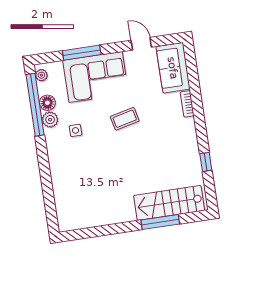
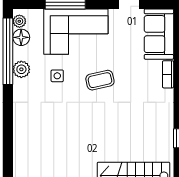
floor lamp: (47, 103) -> (21, 37), moved
side table: (76, 130) -> (57, 76), moved

